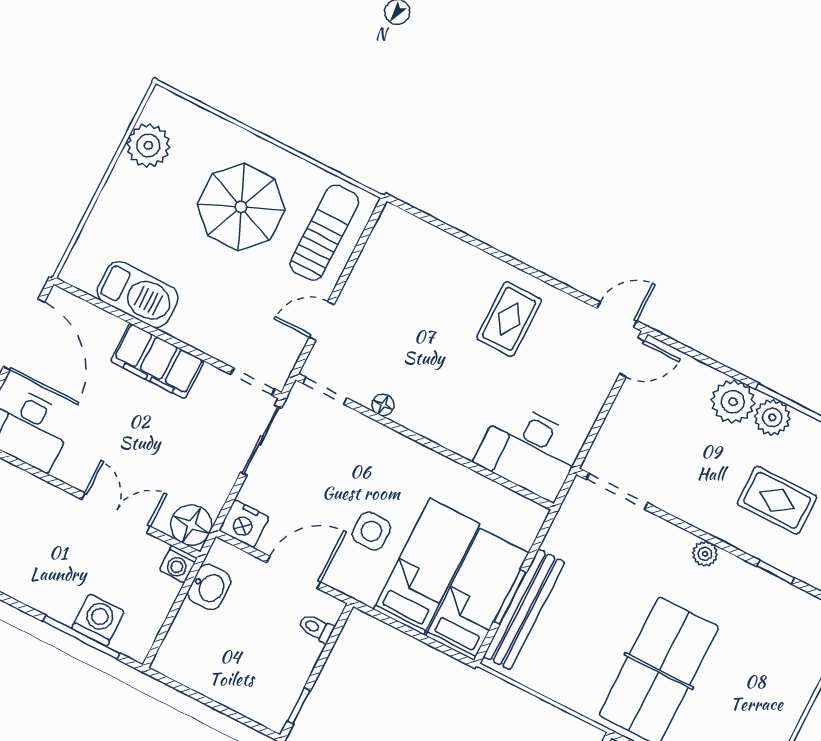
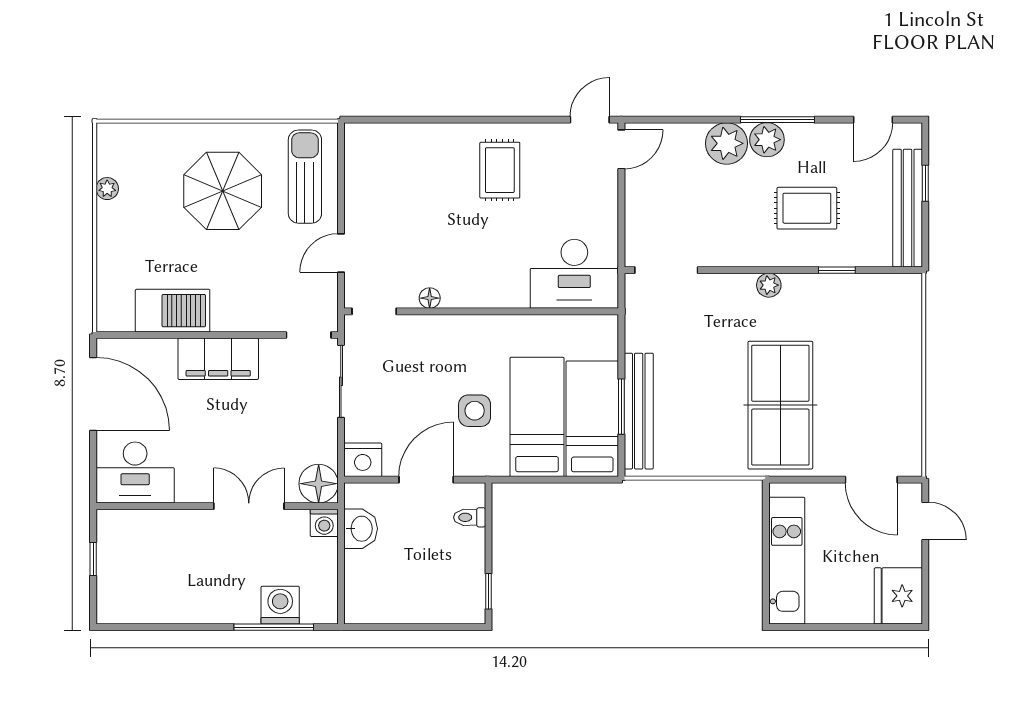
plant: (148, 145) -> (107, 189), width x0.53, depth x0.53

